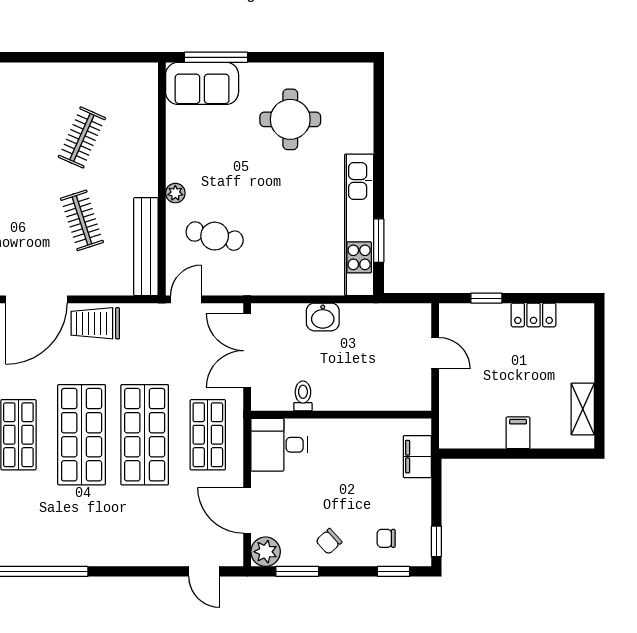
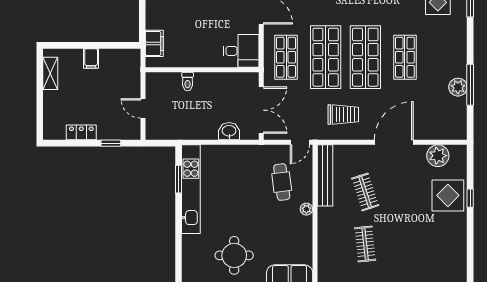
clothes rail: (82, 137) -> (365, 244), turned -30
cafe table: (215, 236) -> (282, 182), turned 70
washbasin: (323, 317) -> (229, 131), moved
trolley: (95, 323) -> (343, 115), moved
toilet: (303, 396) -> (188, 82), moved

